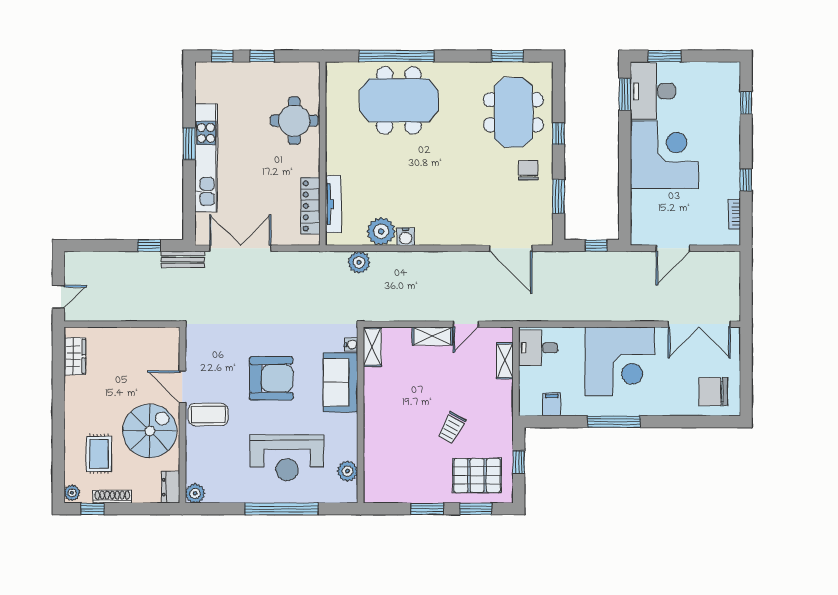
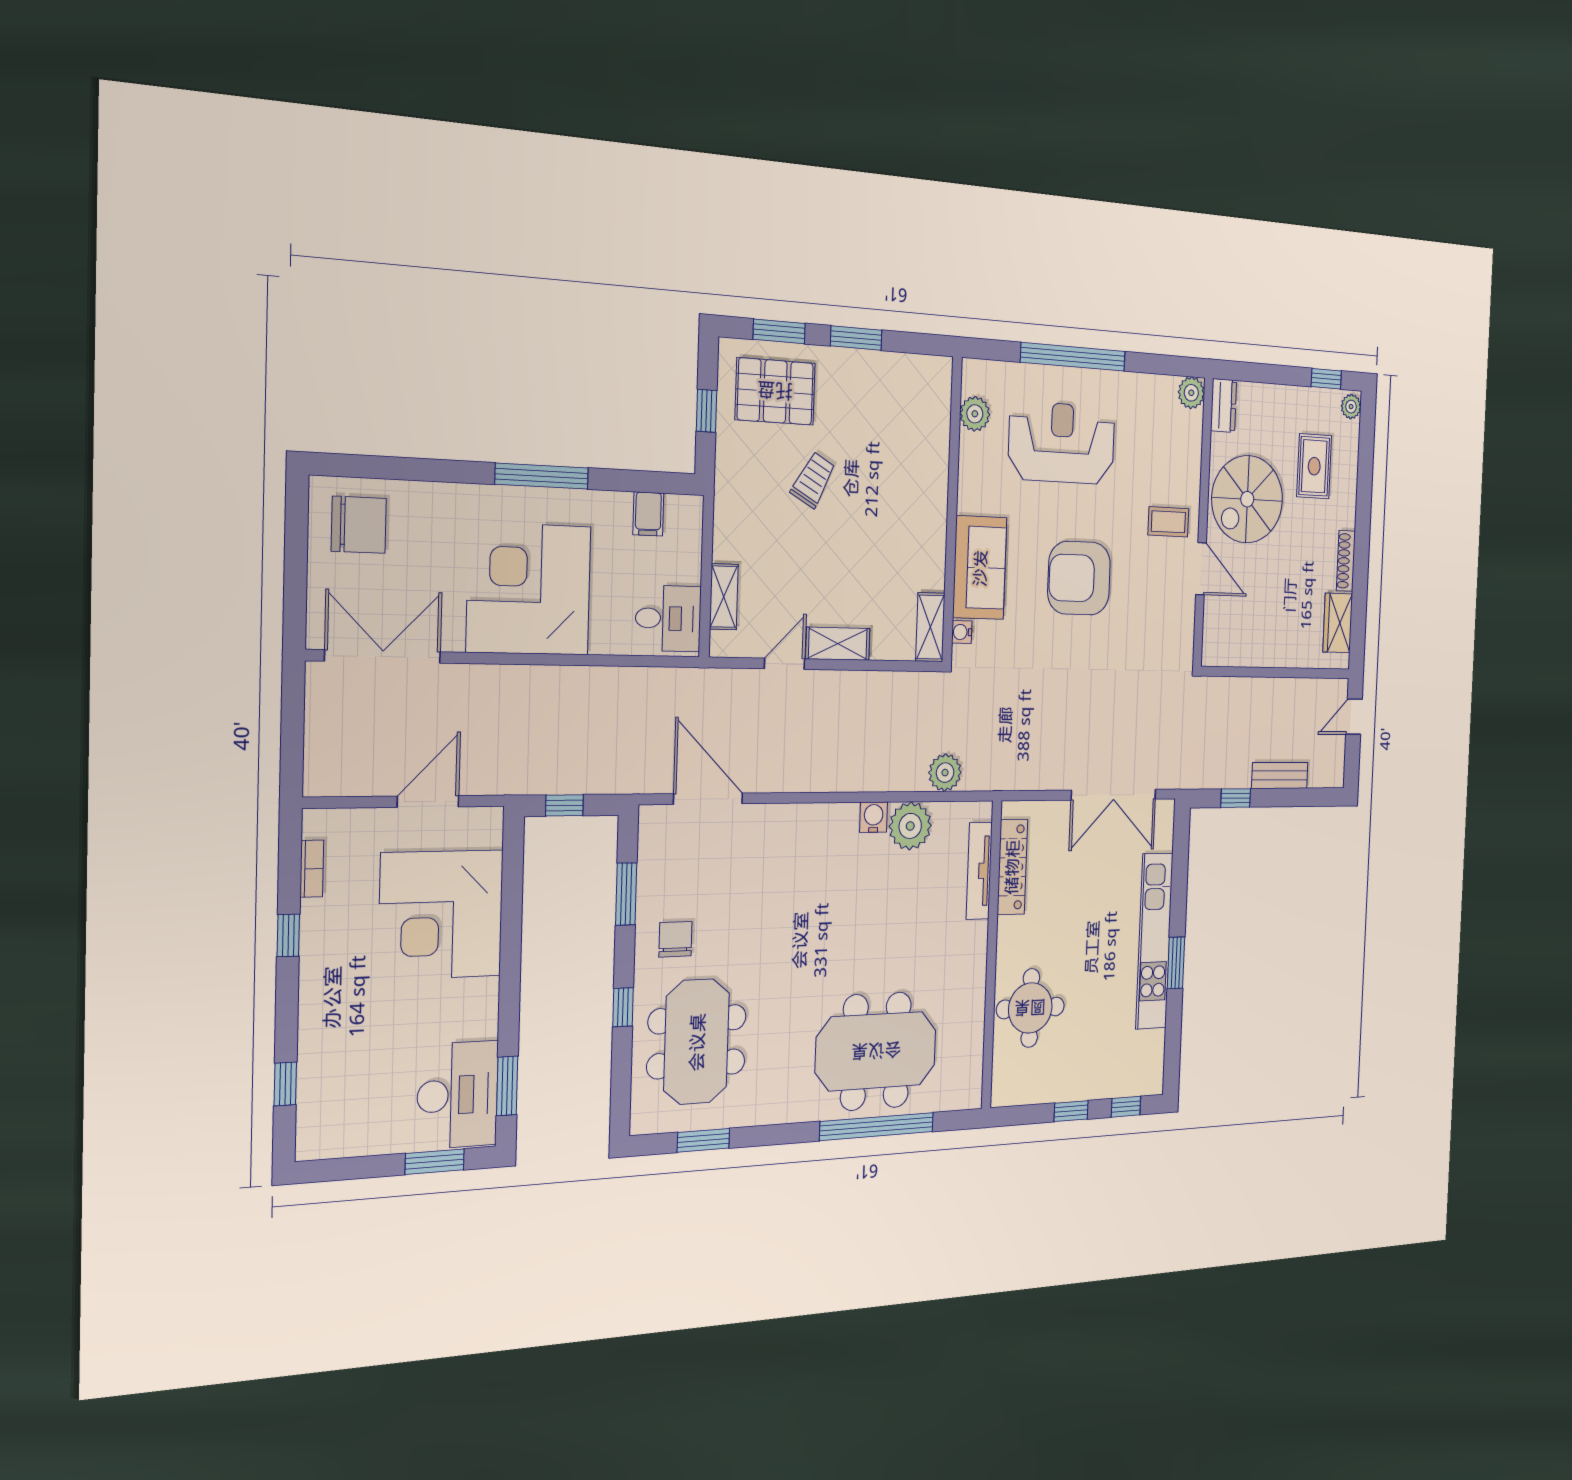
corner desk: (664, 155) -> (441, 915), moved
chair: (528, 170) -> (676, 939), turned 180
bench: (183, 259) -> (1280, 776), moved
coffee table: (208, 415) -> (1168, 522), width x0.73, depth x0.77
shoe rack: (112, 497) -> (1346, 561), moved, turned 90

